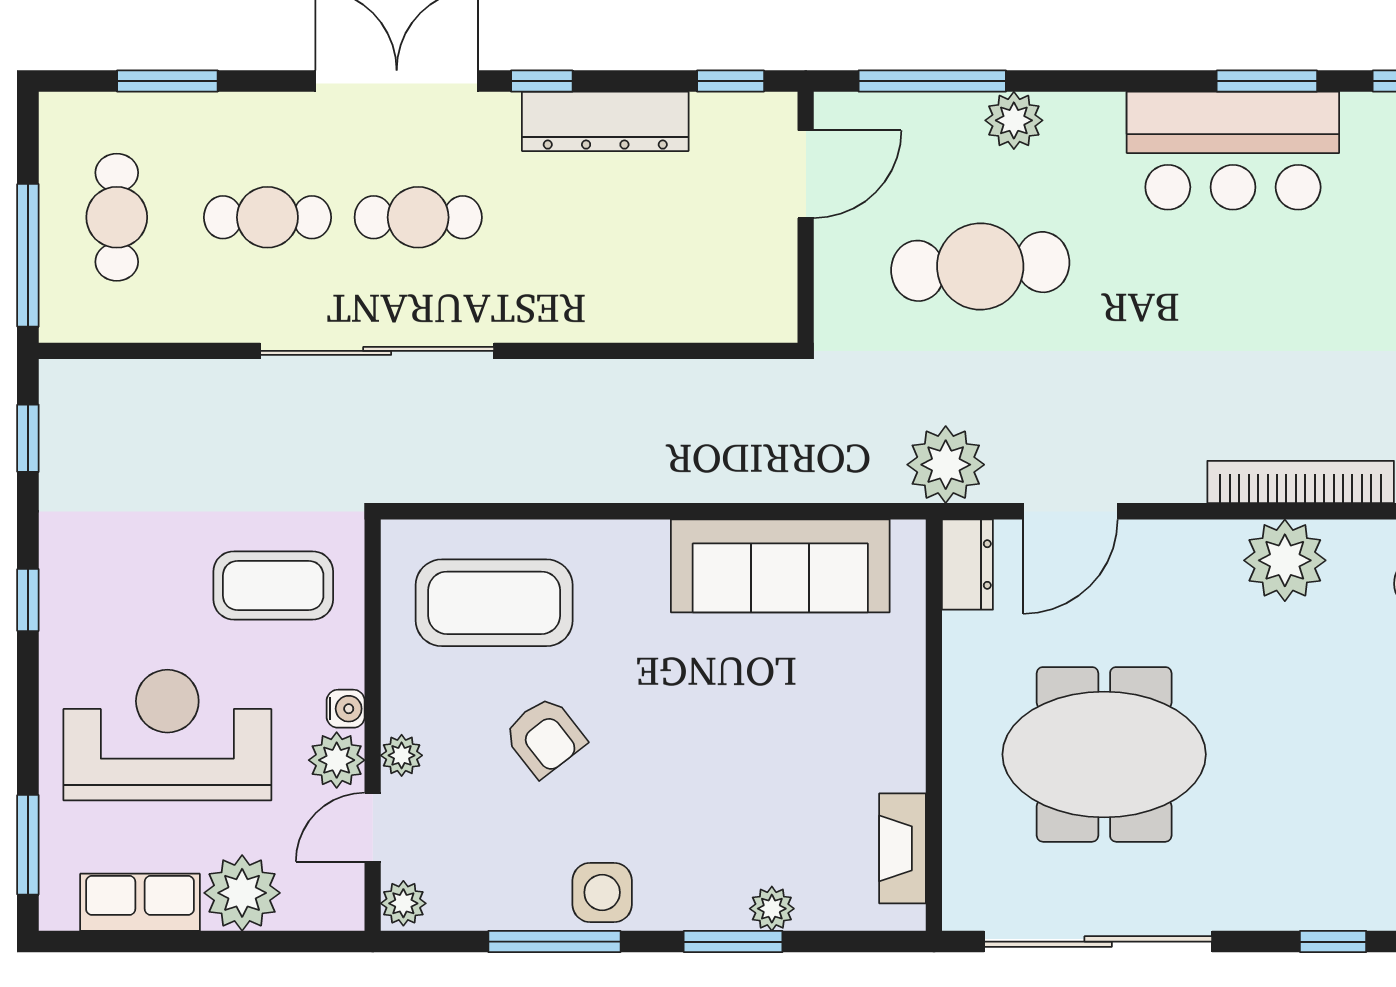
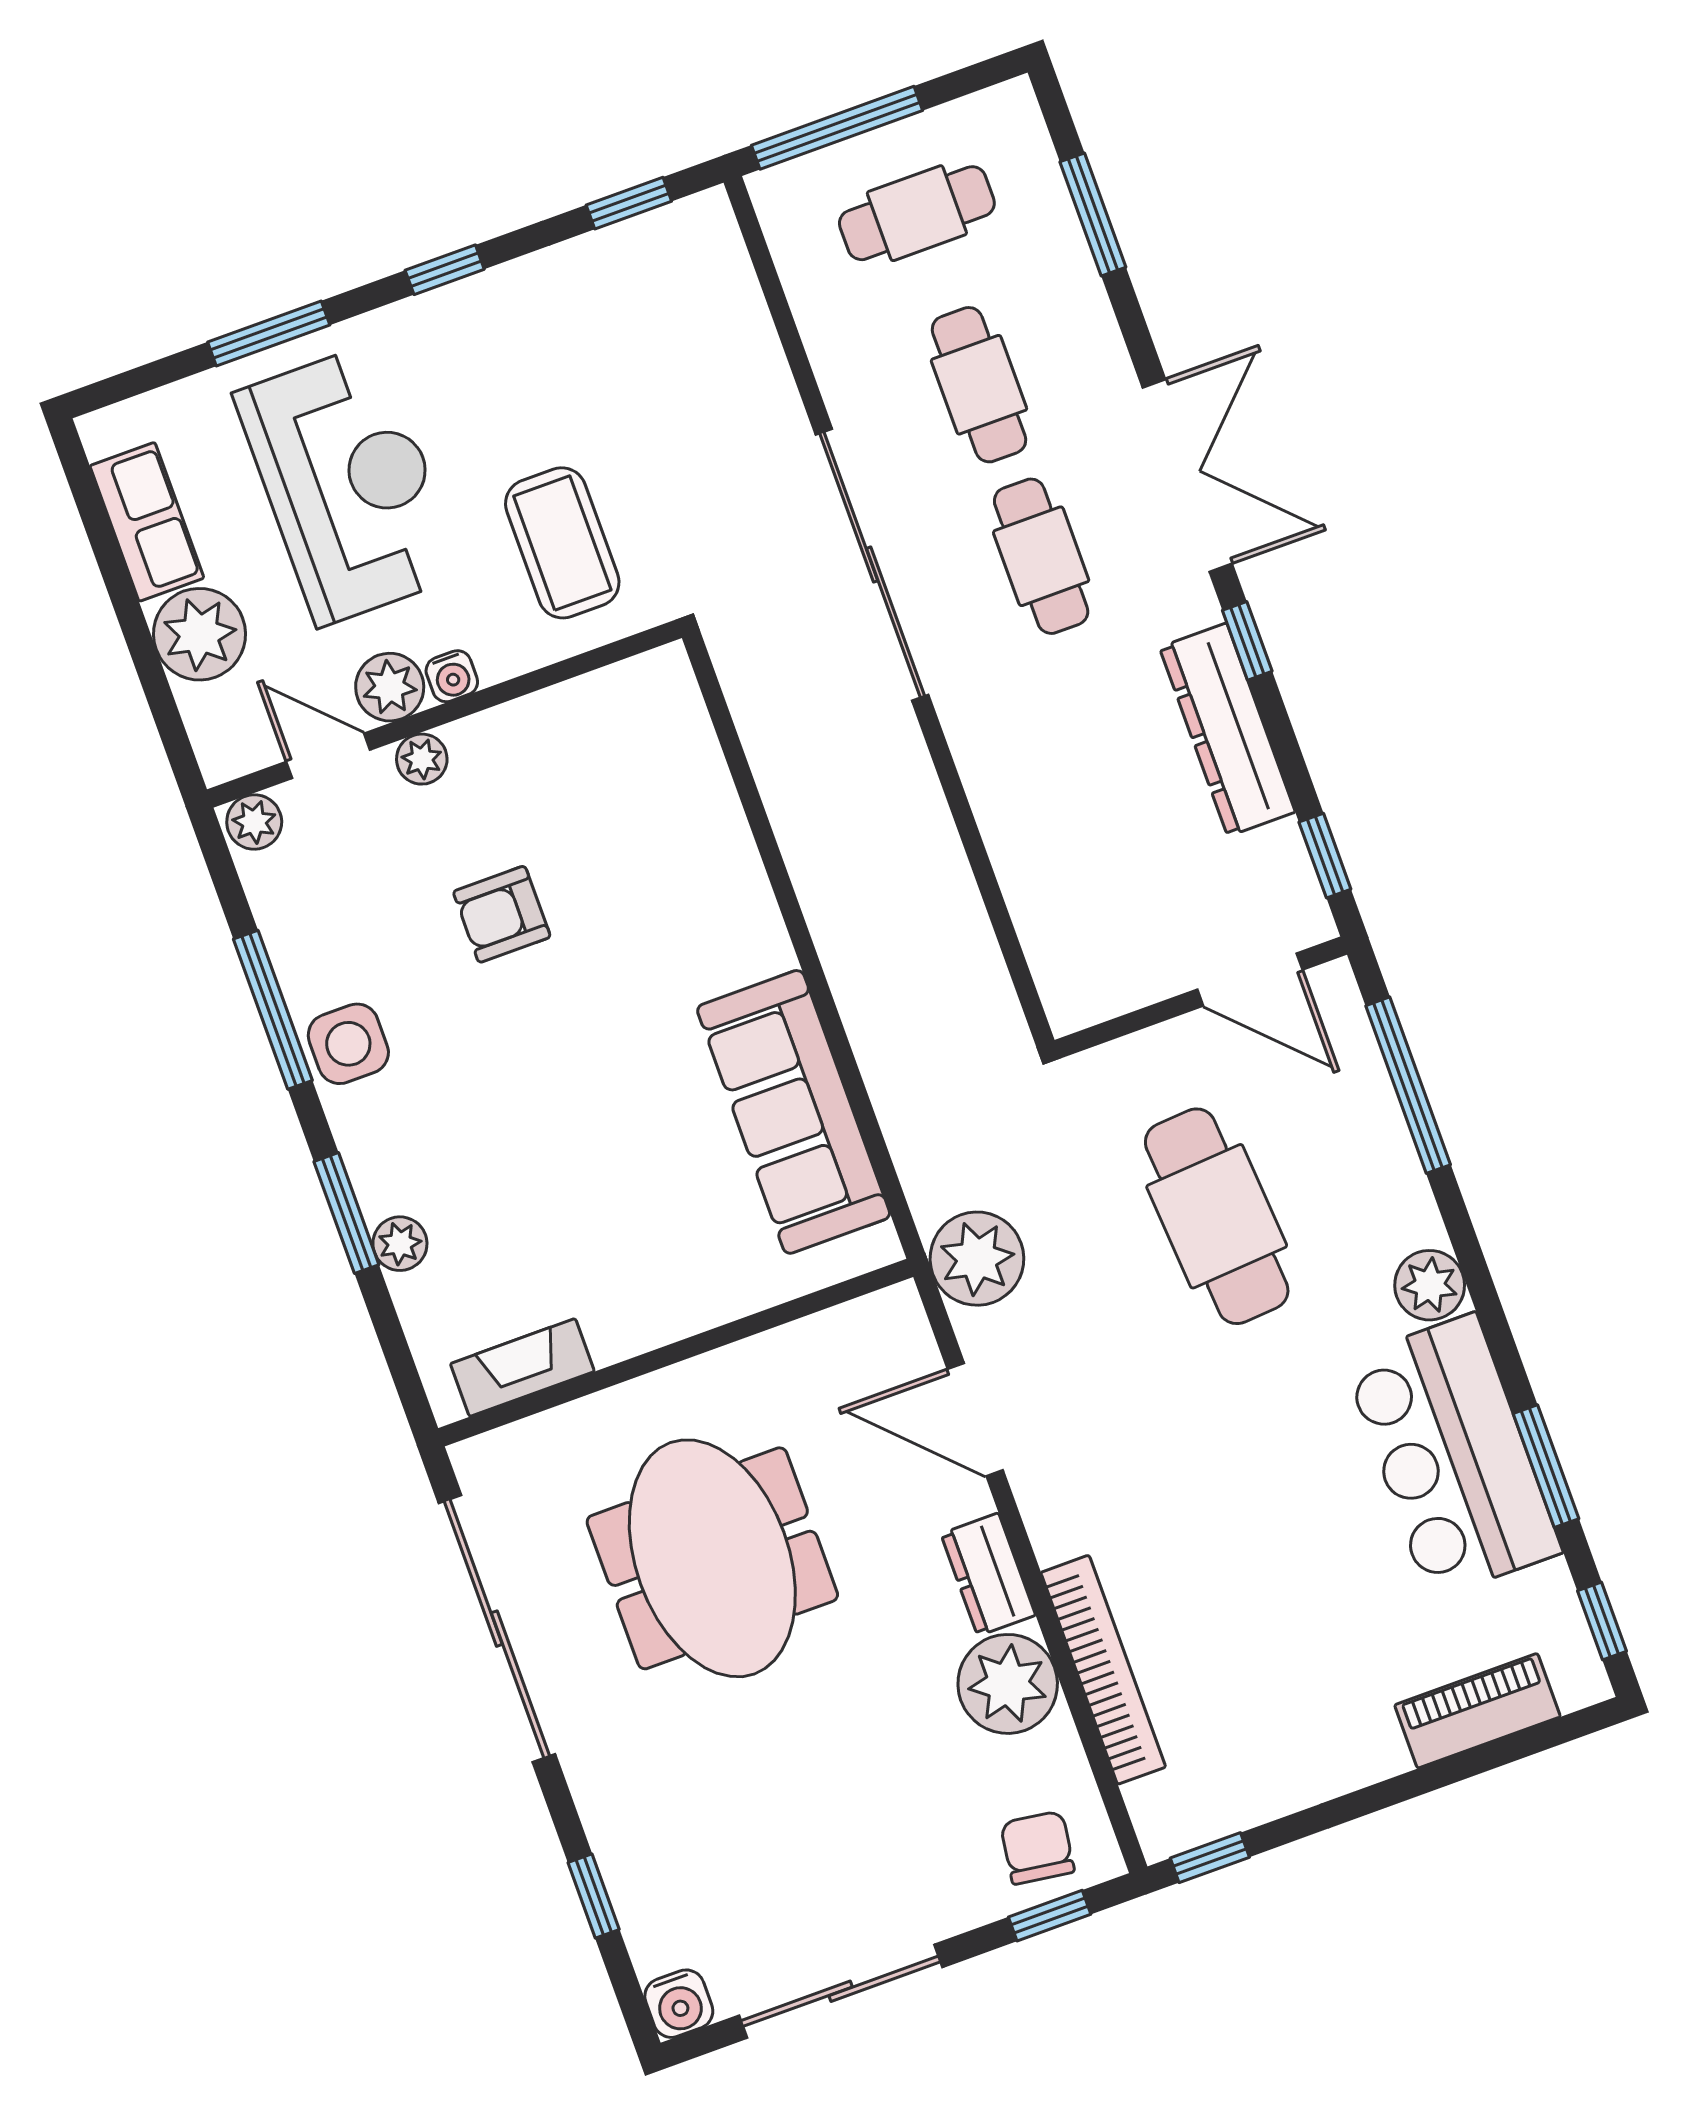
plant: (1014, 120) -> (1430, 1285), moved
dresser: (967, 565) -> (988, 1574), moved, turned 90
coffee table: (494, 603) -> (634, 802), removed
armchair: (545, 737) -> (502, 914), turned 38
window: (28, 845) -> (269, 333), moved

